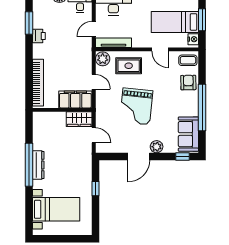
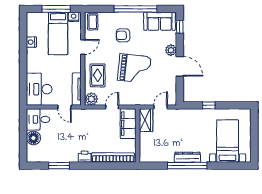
window: (202, 20) -> (56, 9), width x1.44
printer: (39, 36) -> (85, 157), moved
armchair: (188, 83) -> (123, 35), moved

